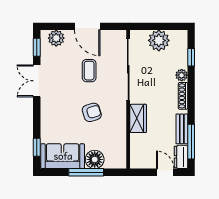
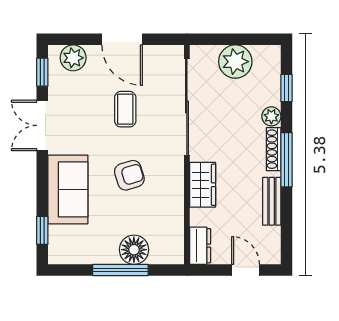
window: (191, 142) -> (287, 160), moved
sofa: (63, 156) -> (68, 189), moved, turned 90
dresser: (181, 157) -> (200, 246), moved, turned 180

